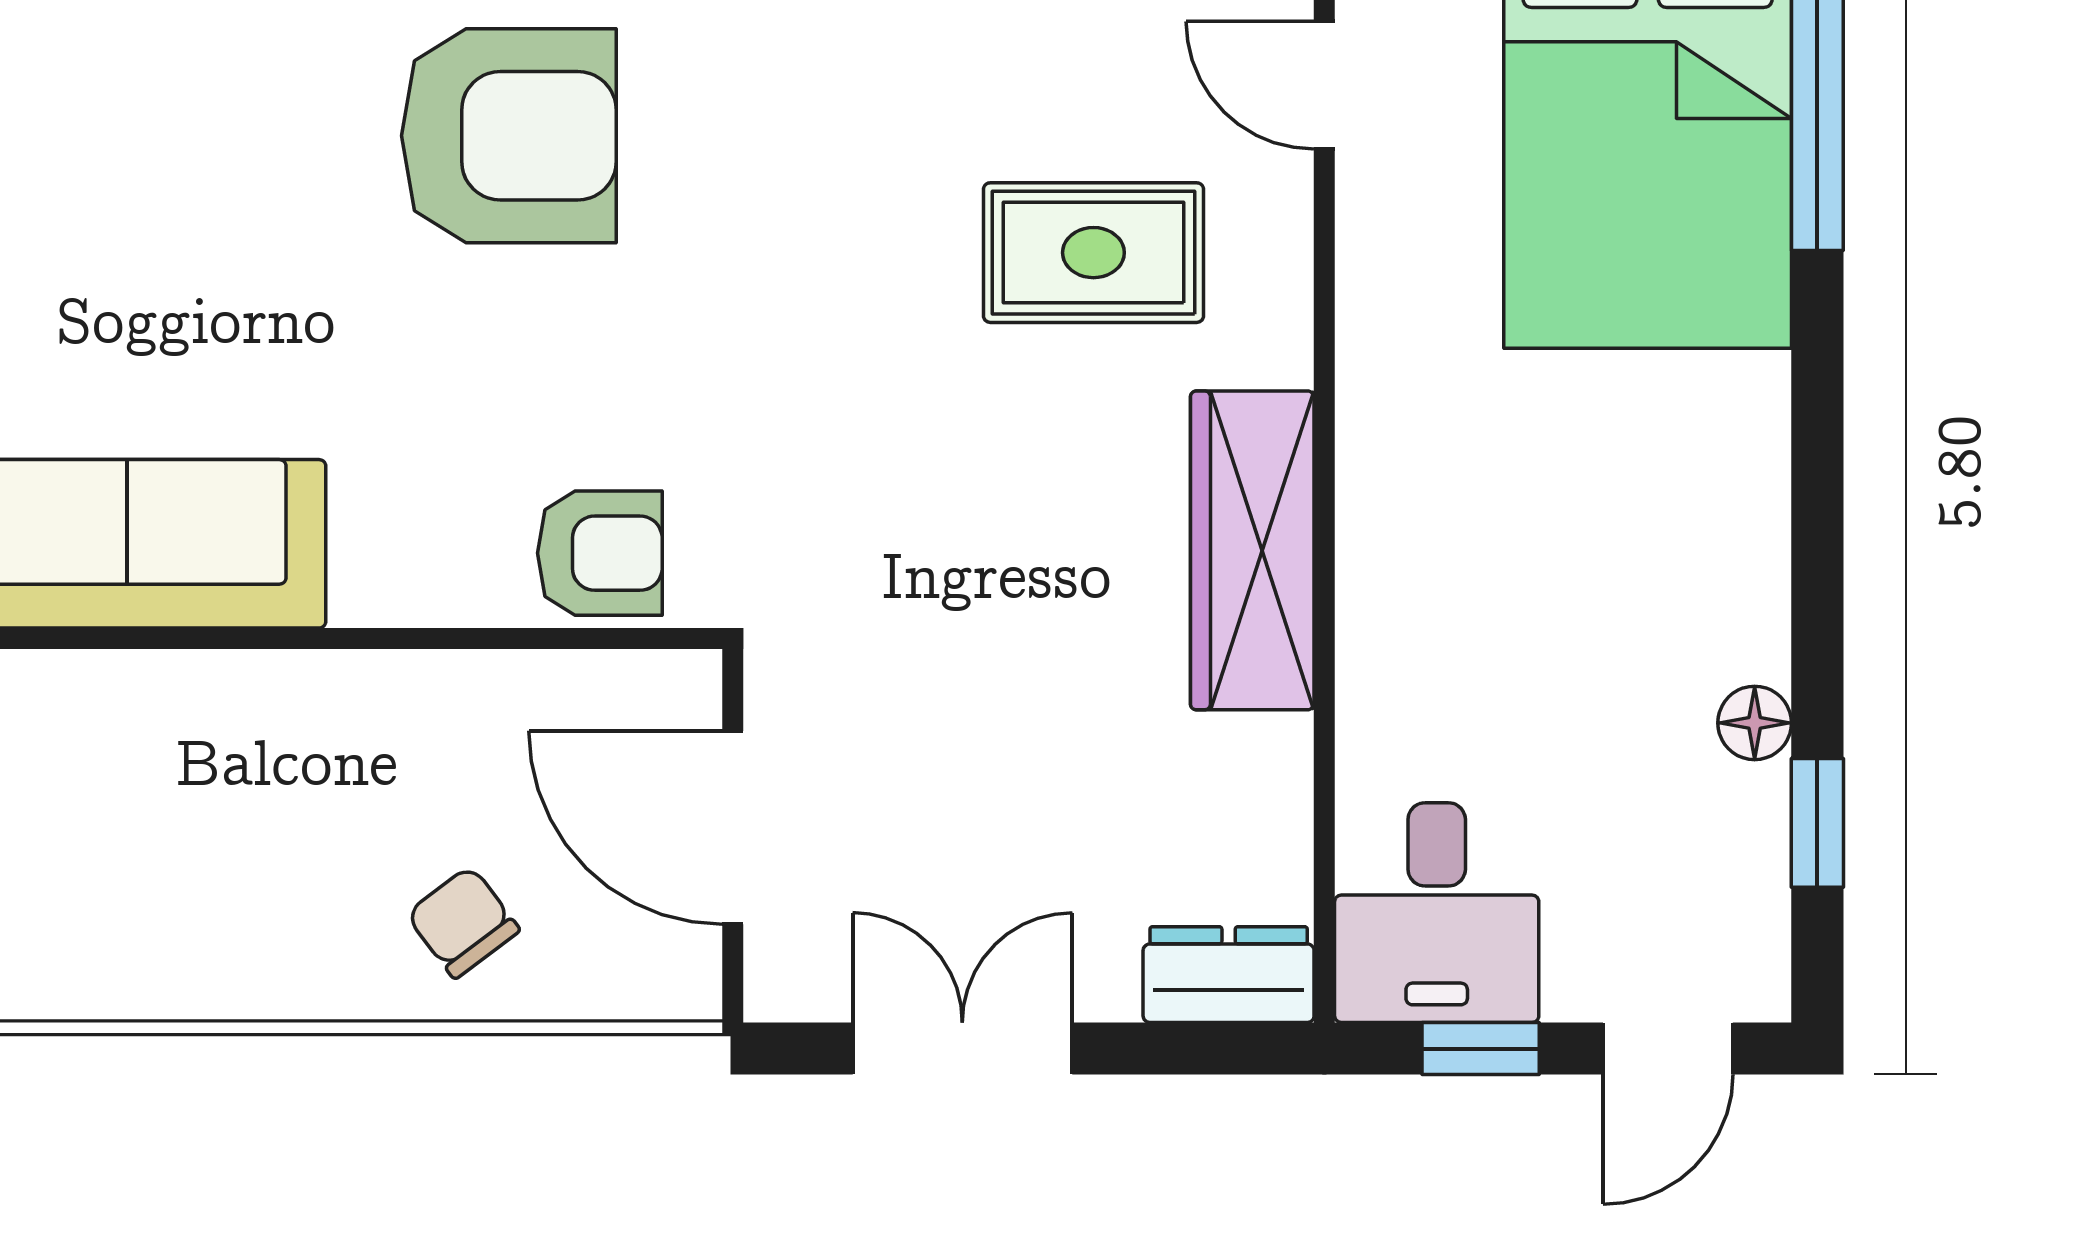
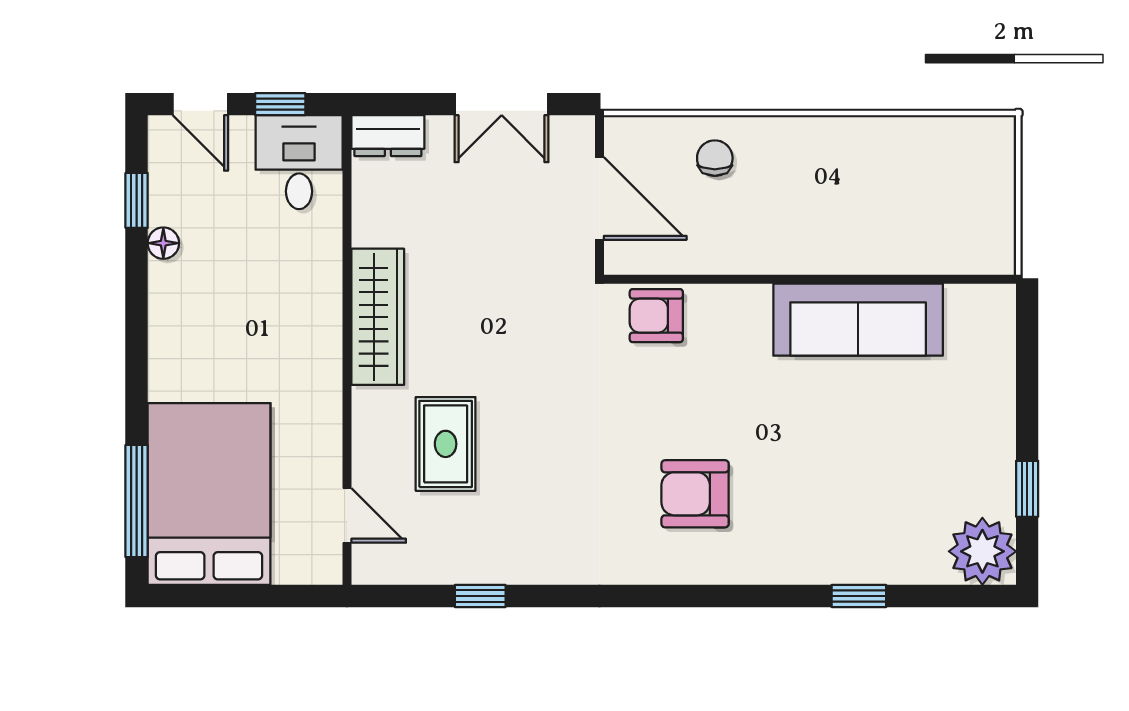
armchair: (509, 136) -> (695, 494), width x0.73, depth x0.73
rug: (1093, 253) -> (446, 444), turned 90
chair: (463, 922) -> (715, 158), turned -143
door: (1668, 1049) -> (200, 104), swing flipped

